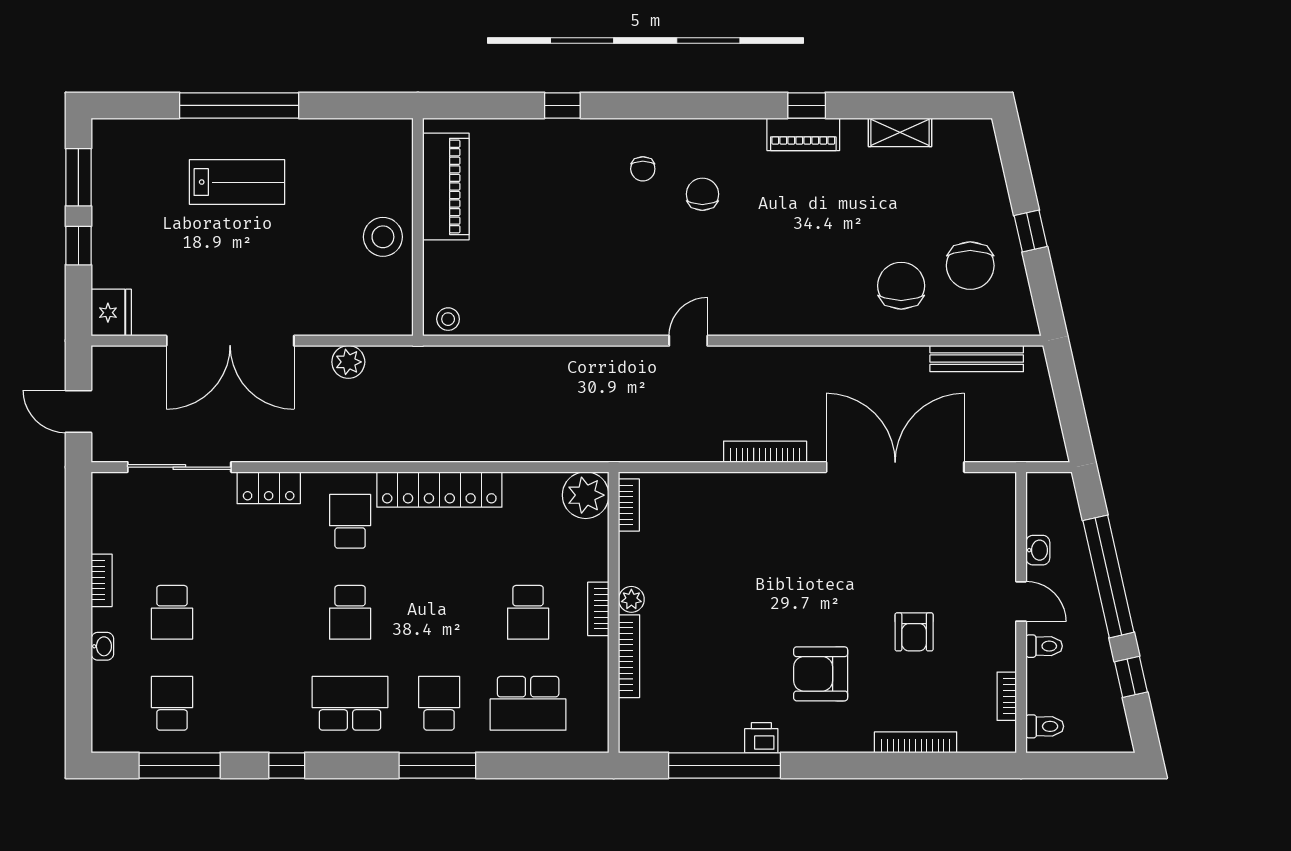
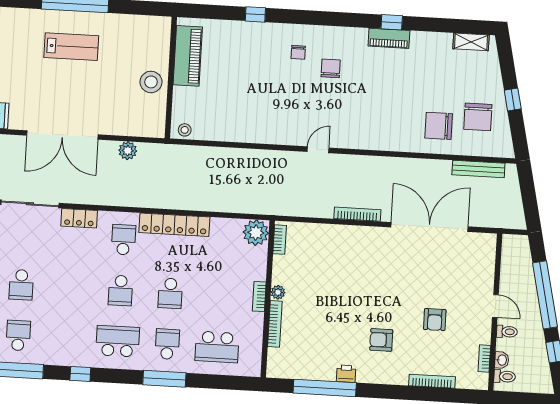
shelving: (900, 132) -> (471, 42), moved
chair: (901, 286) -> (439, 126), turned -90
washbasin: (1038, 550) -> (502, 360), moved
school desk: (528, 612) -> (170, 293), moved
armchair: (821, 674) -> (381, 340), width x0.72, depth x0.72

